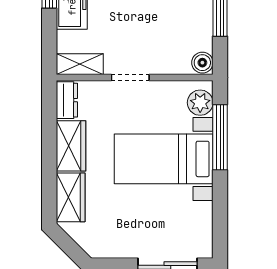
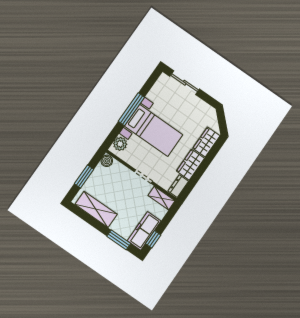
window: (220, 137) -> (131, 109), moved

